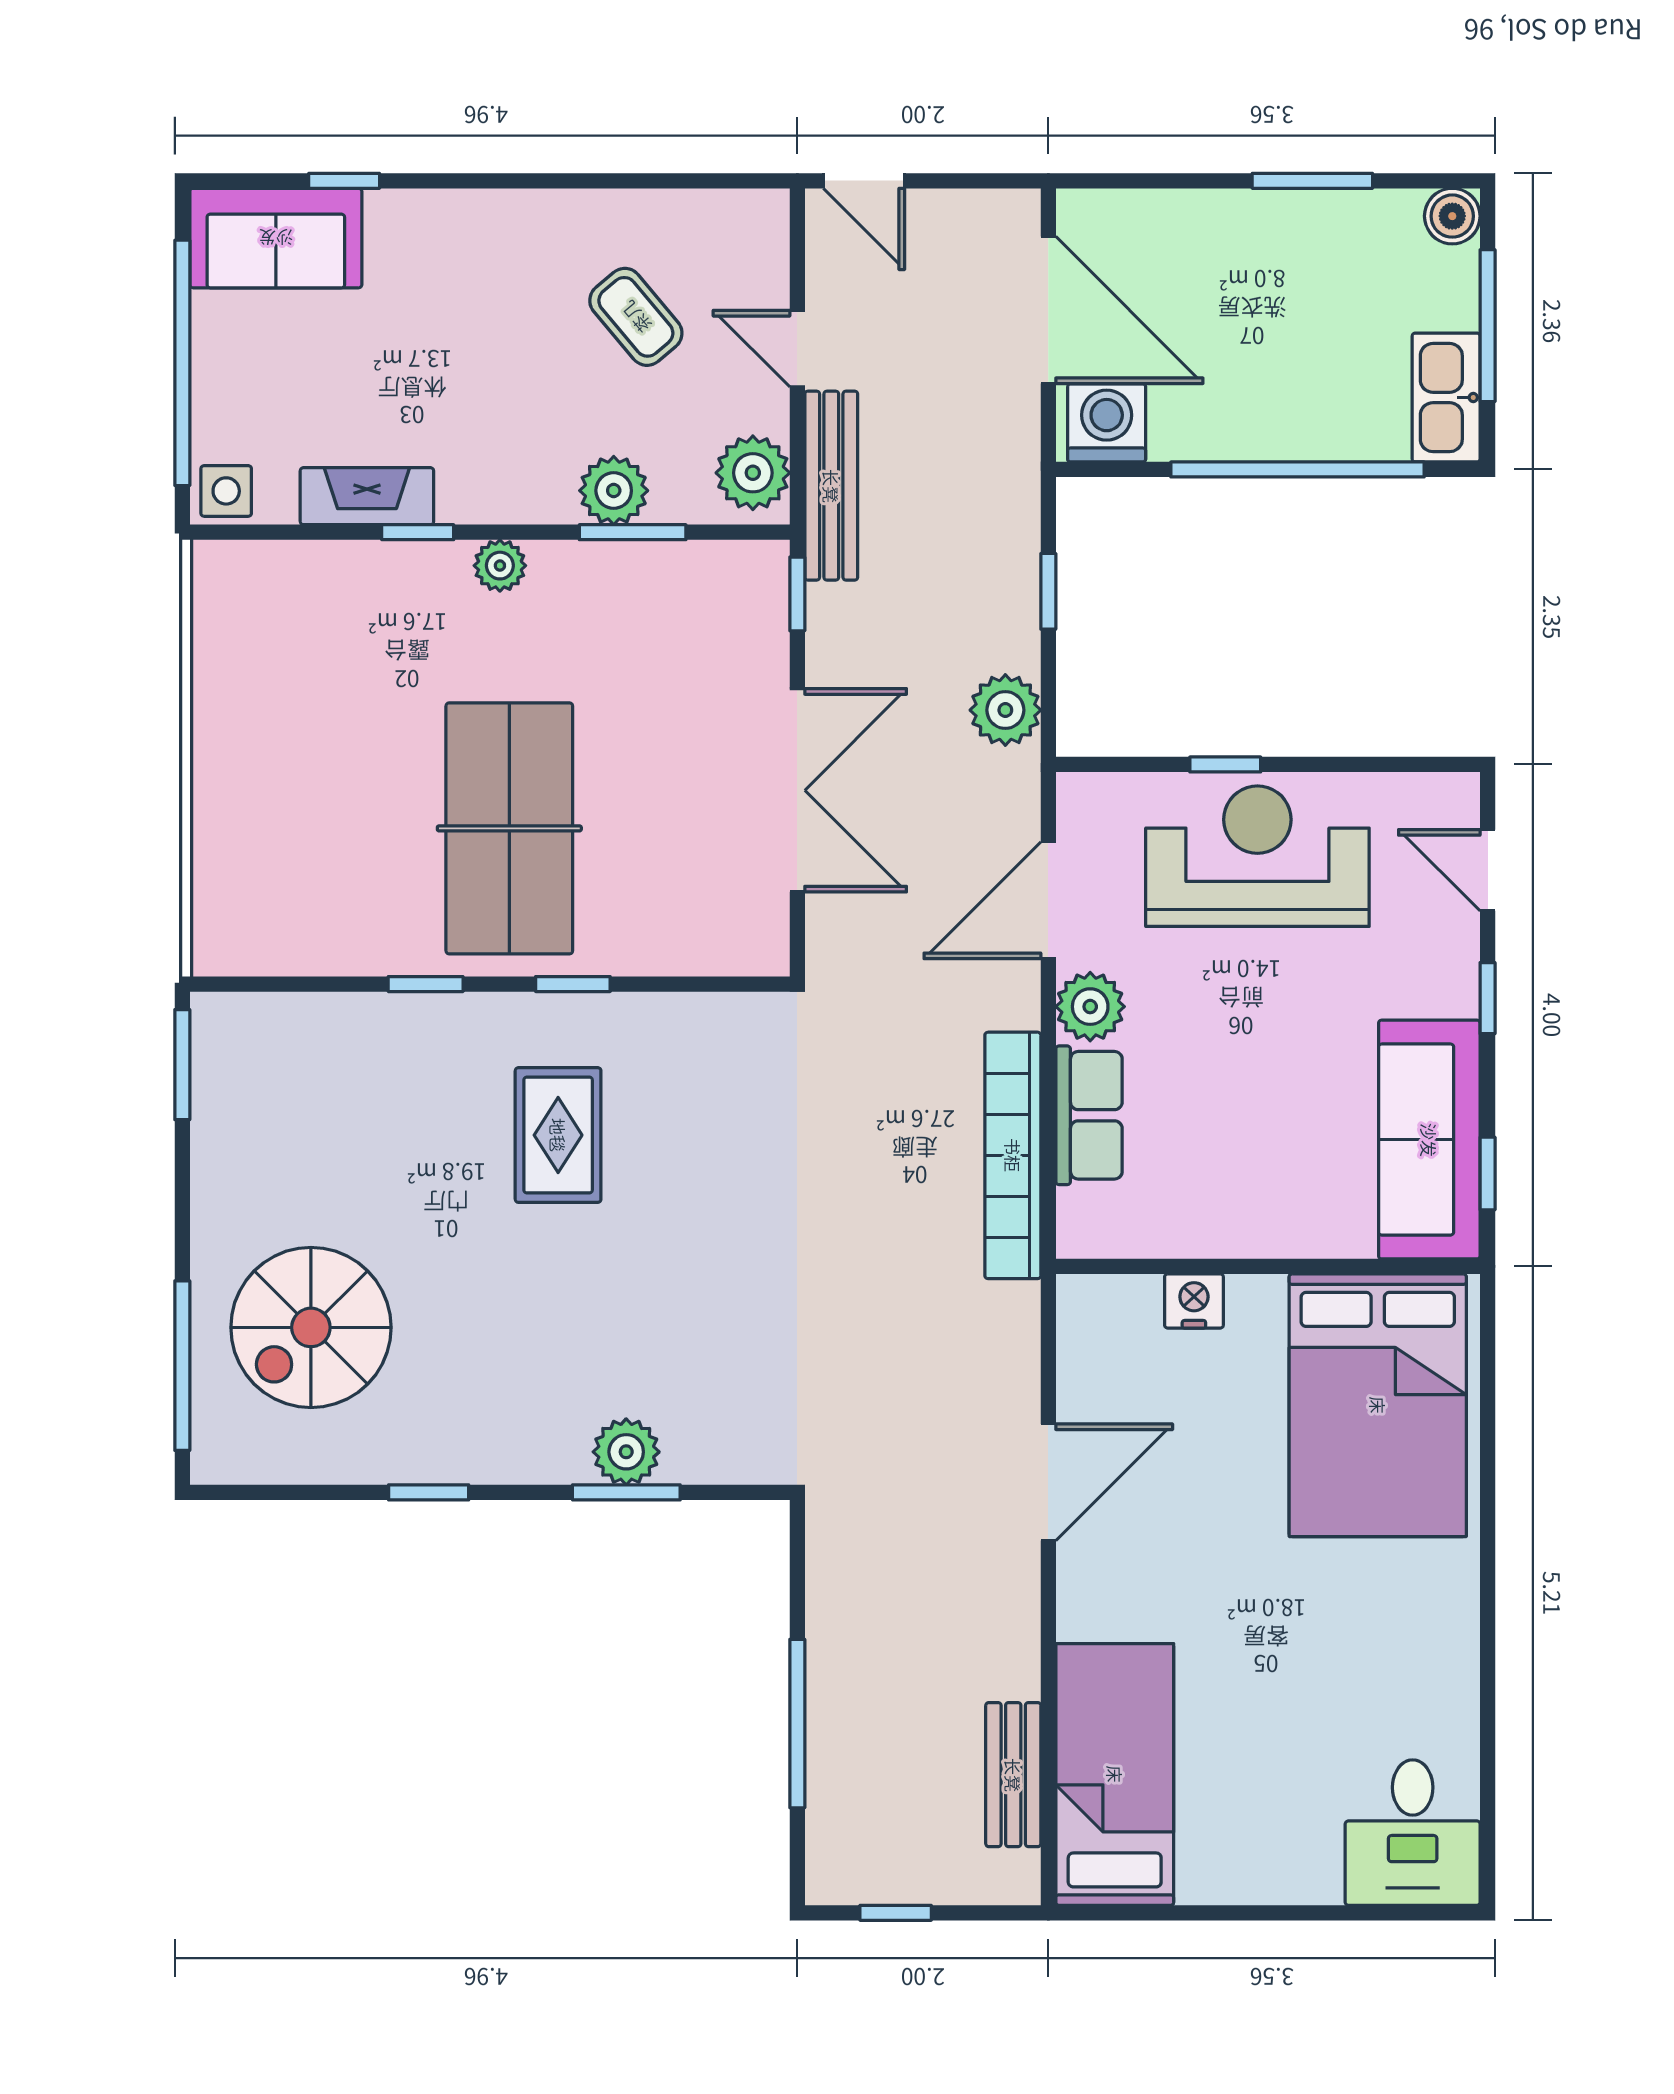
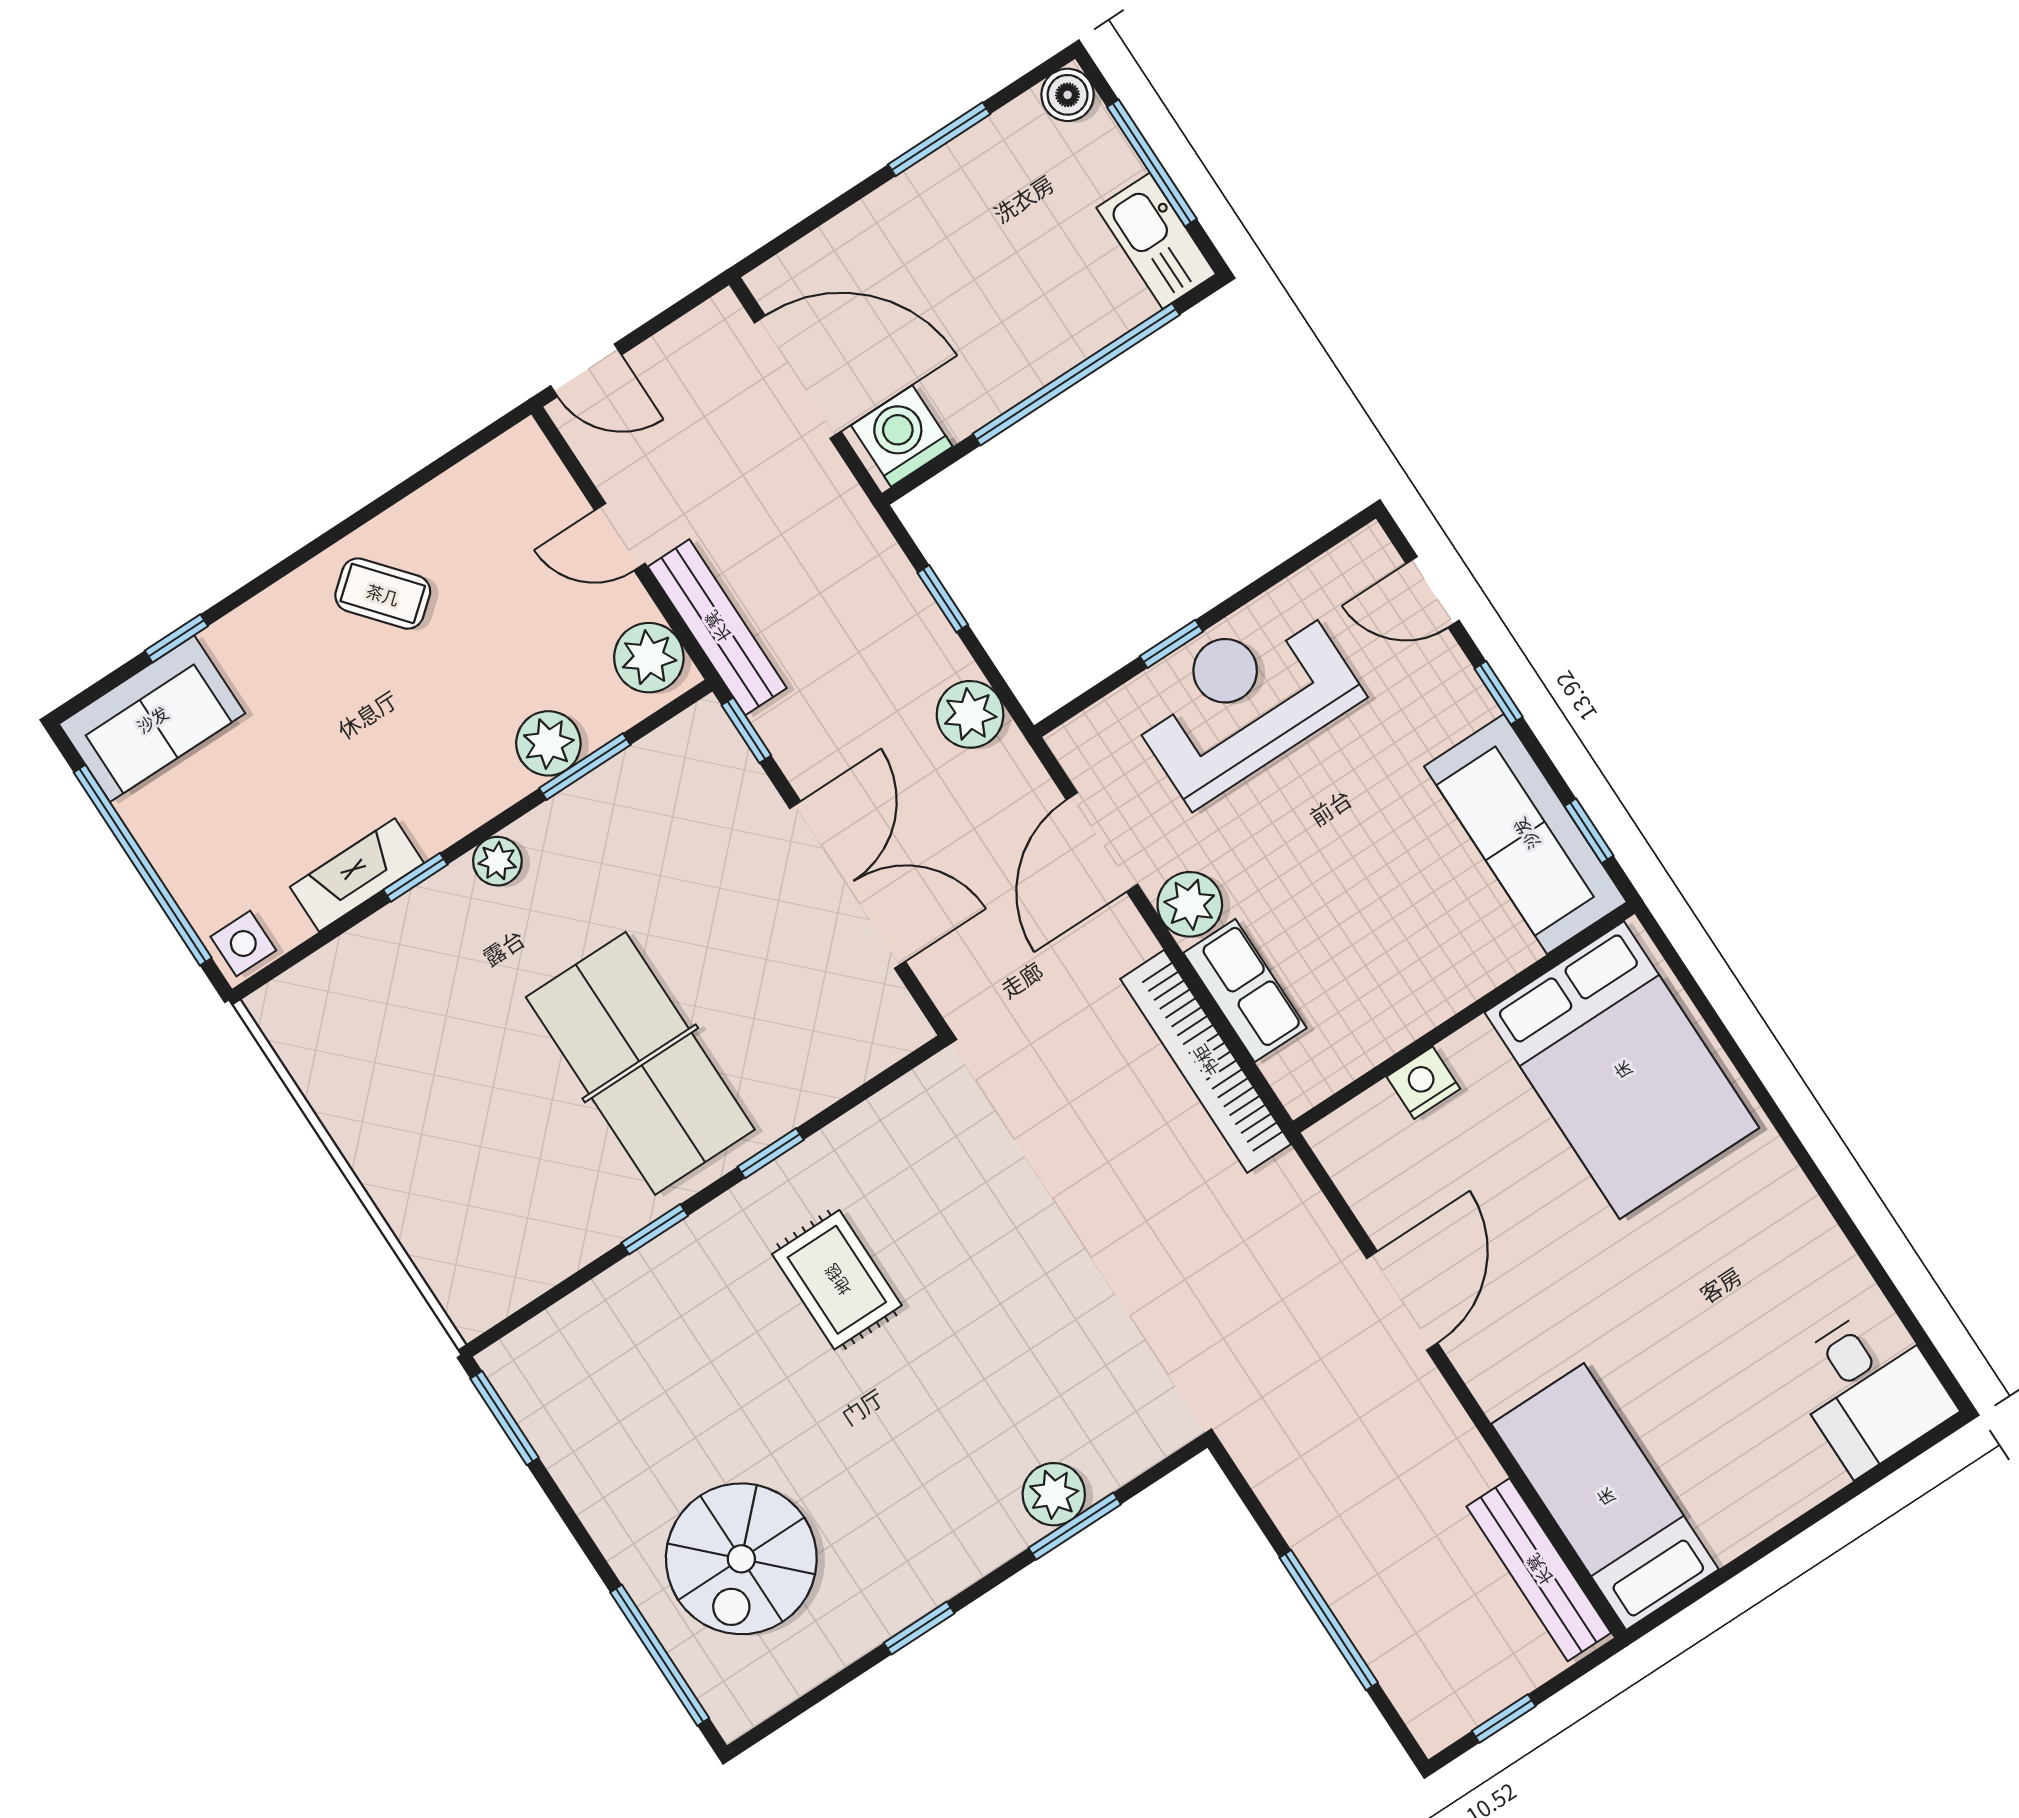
coffee table: (636, 317) -> (383, 594), moved
bench: (1013, 1775) -> (1539, 1570), width x1.36

